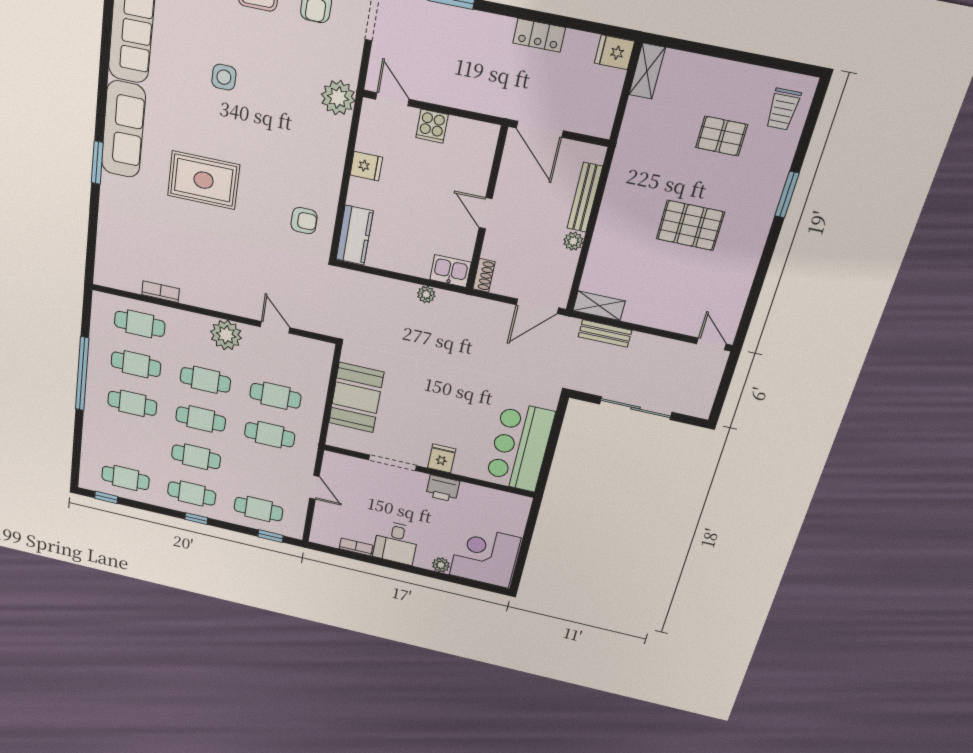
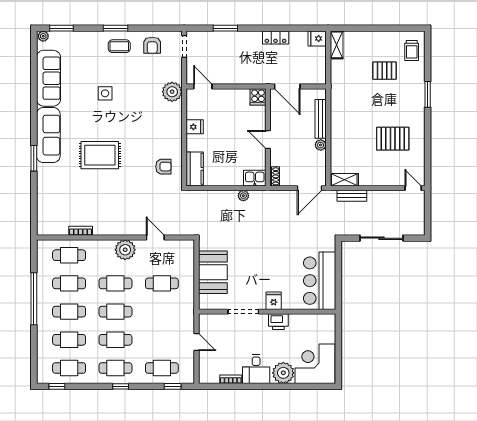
cooker: (432, 126) -> (258, 97), moved
pallet: (690, 225) -> (393, 139), moved
cafe table: (270, 435) -> (69, 340), moved
plant: (441, 565) -> (283, 373), width x1.87, depth x1.87

